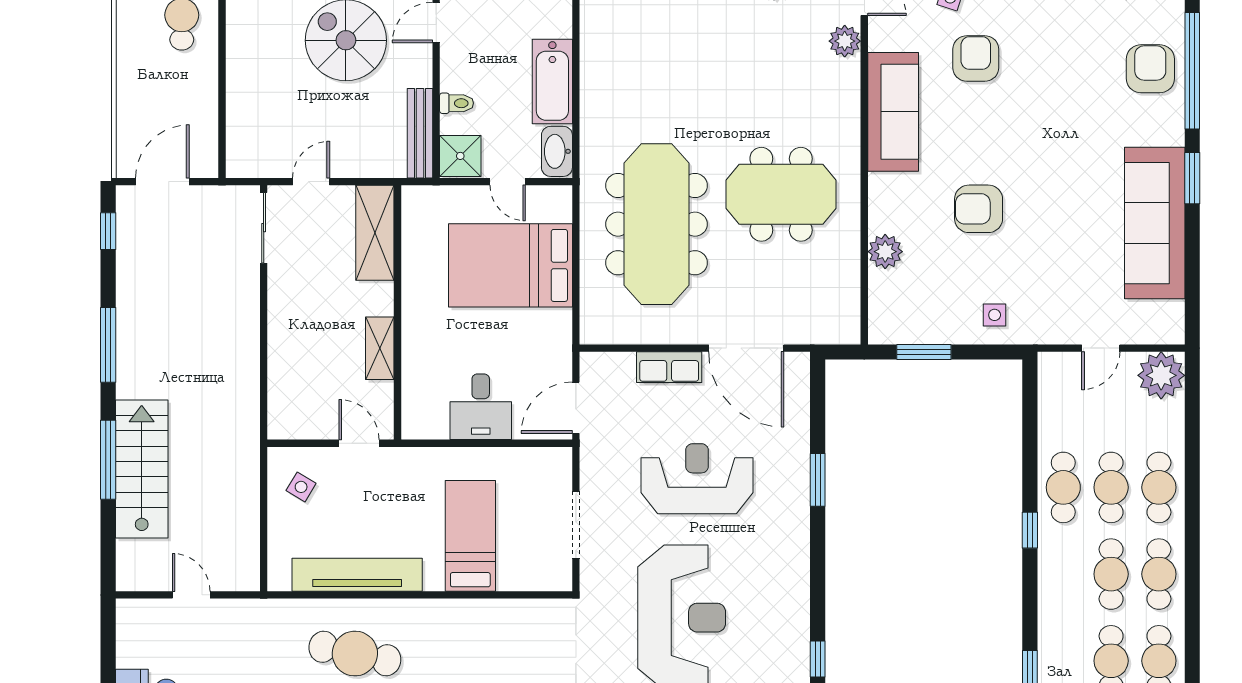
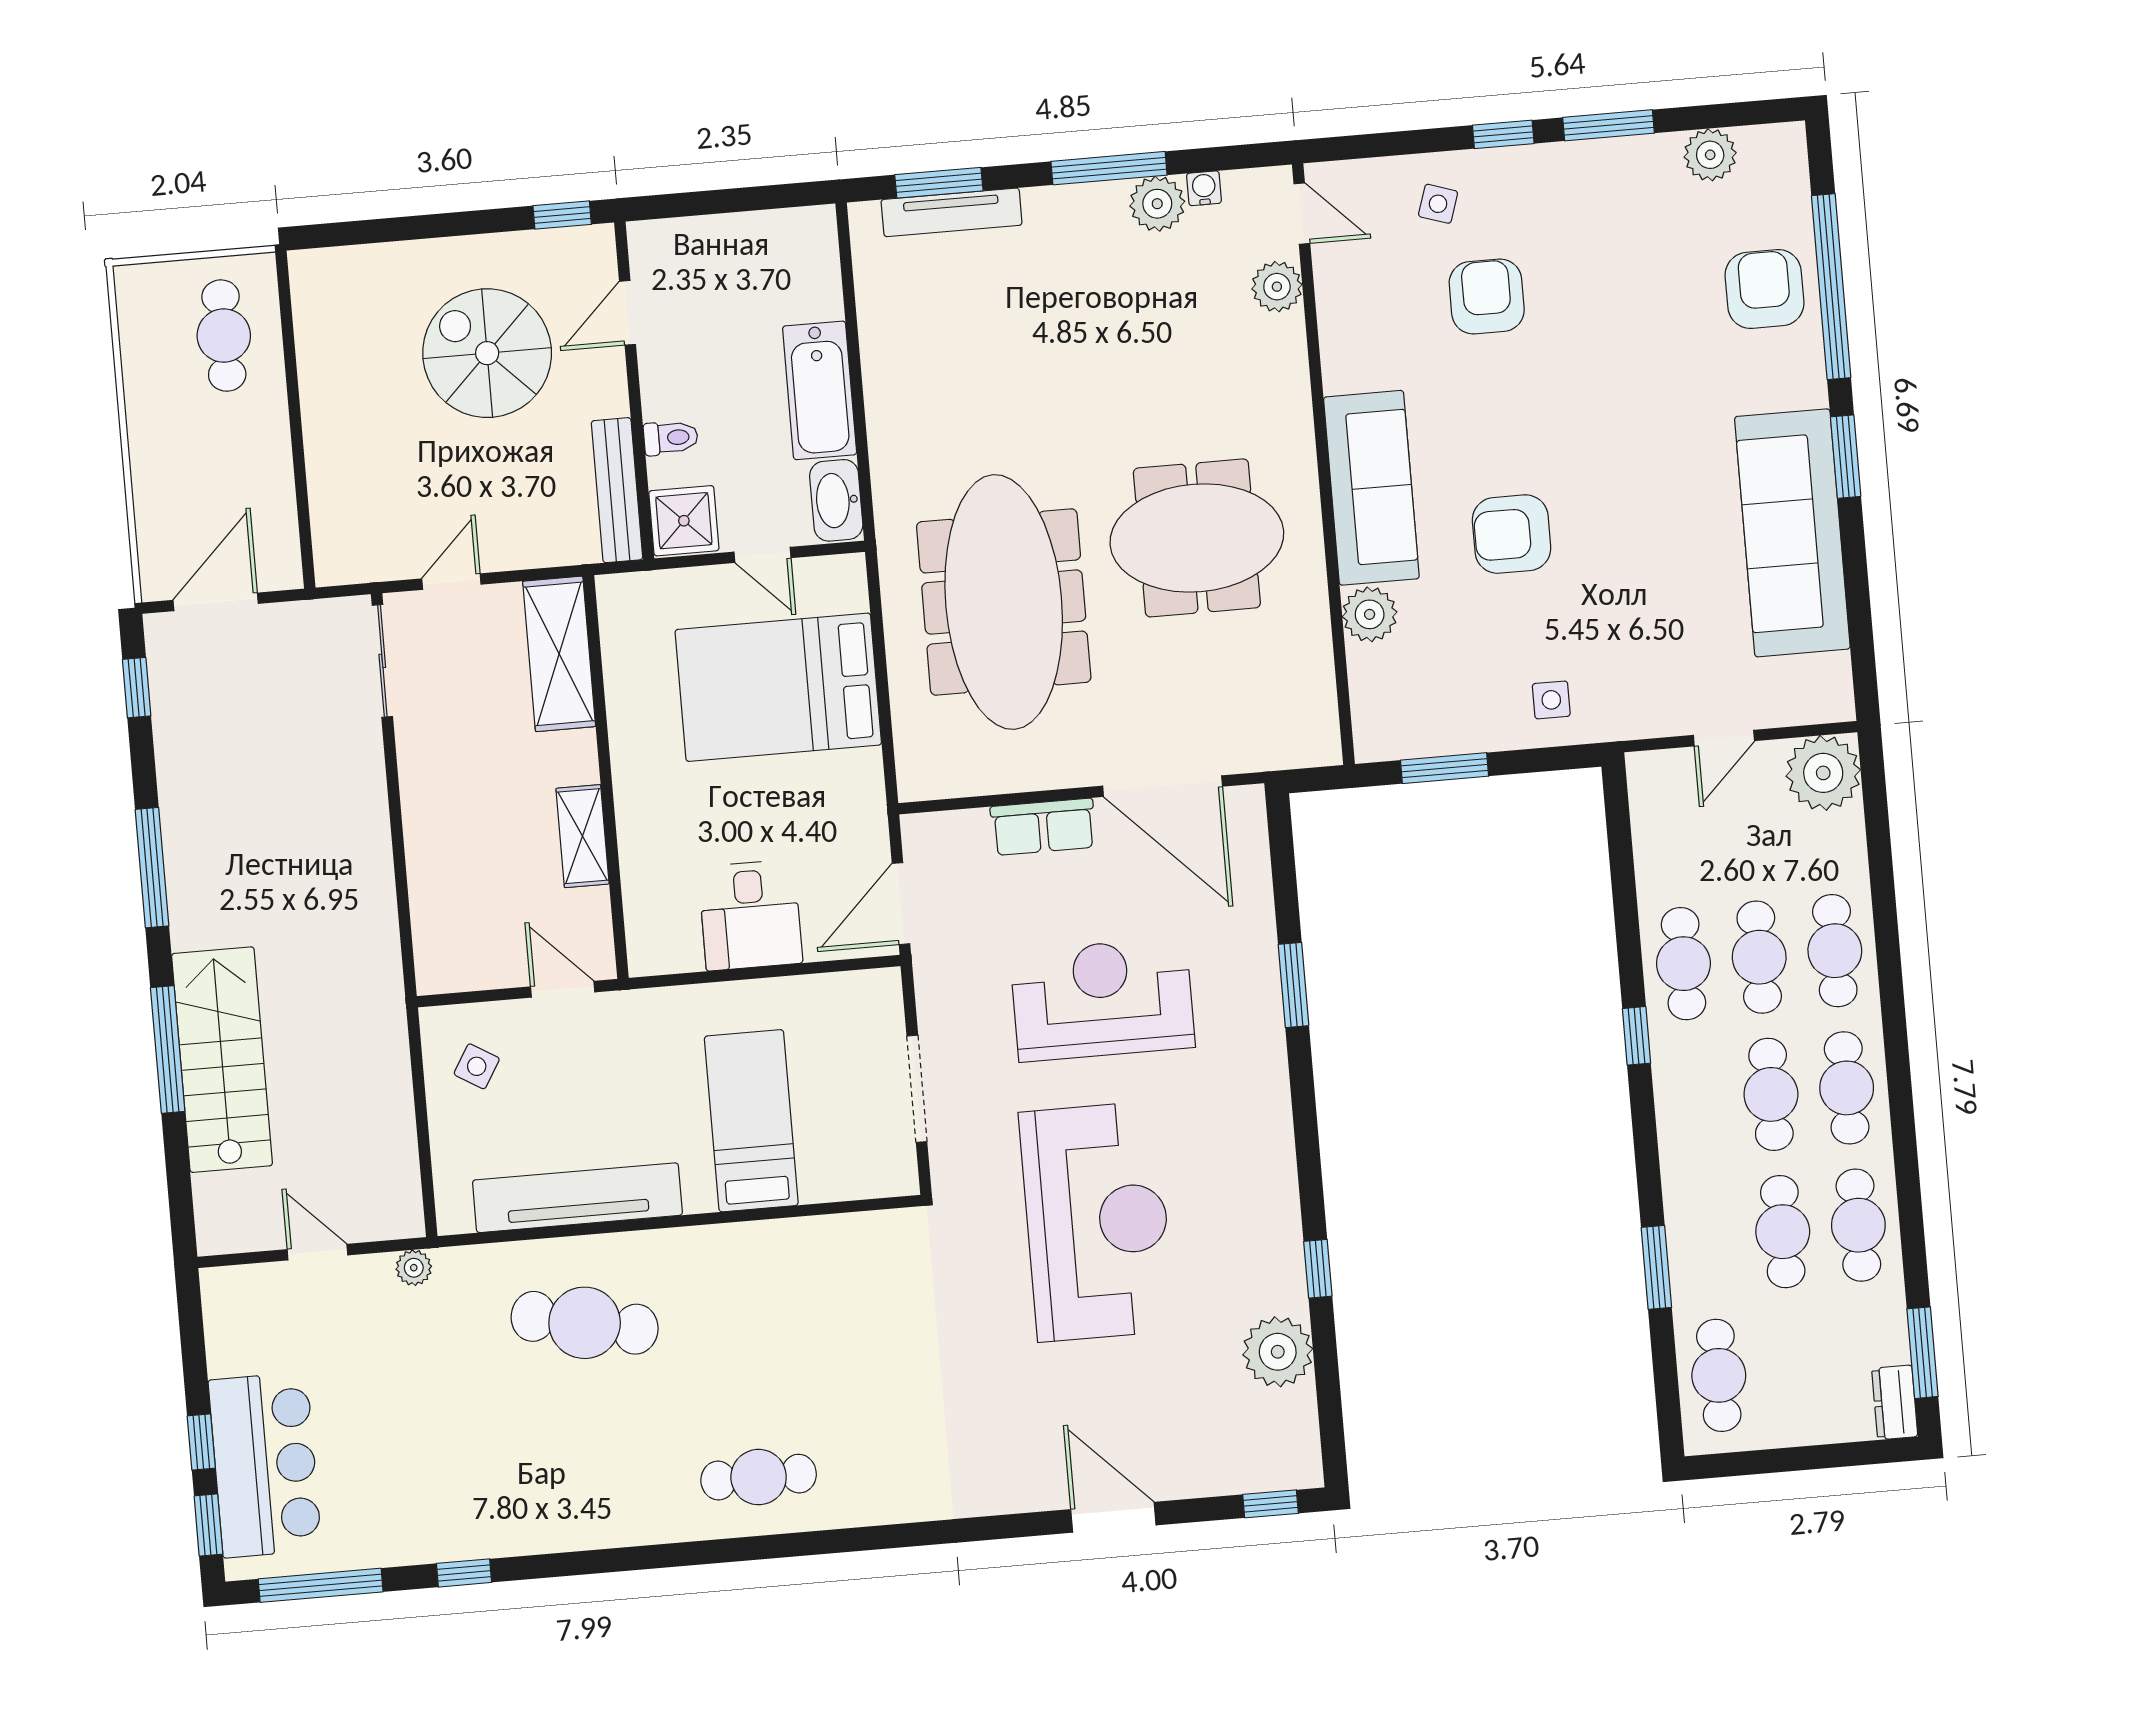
sofa: (893, 112) -> (1371, 488), moved
plant: (251, 610) -> (414, 1268), added

